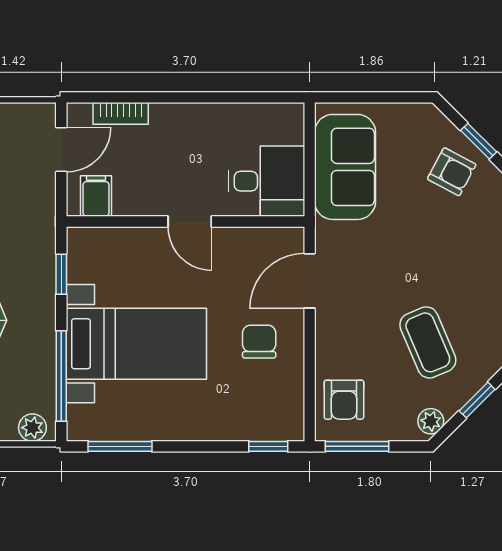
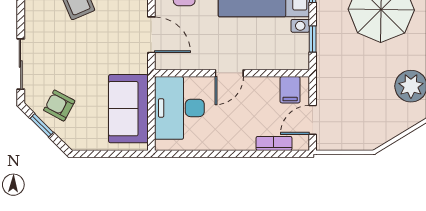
desk: (266, 181) -> (179, 108), width x1.37
door: (190, 222) -> (229, 73), swing flipped
door: (310, 281) -> (151, 35), hinge flipped

